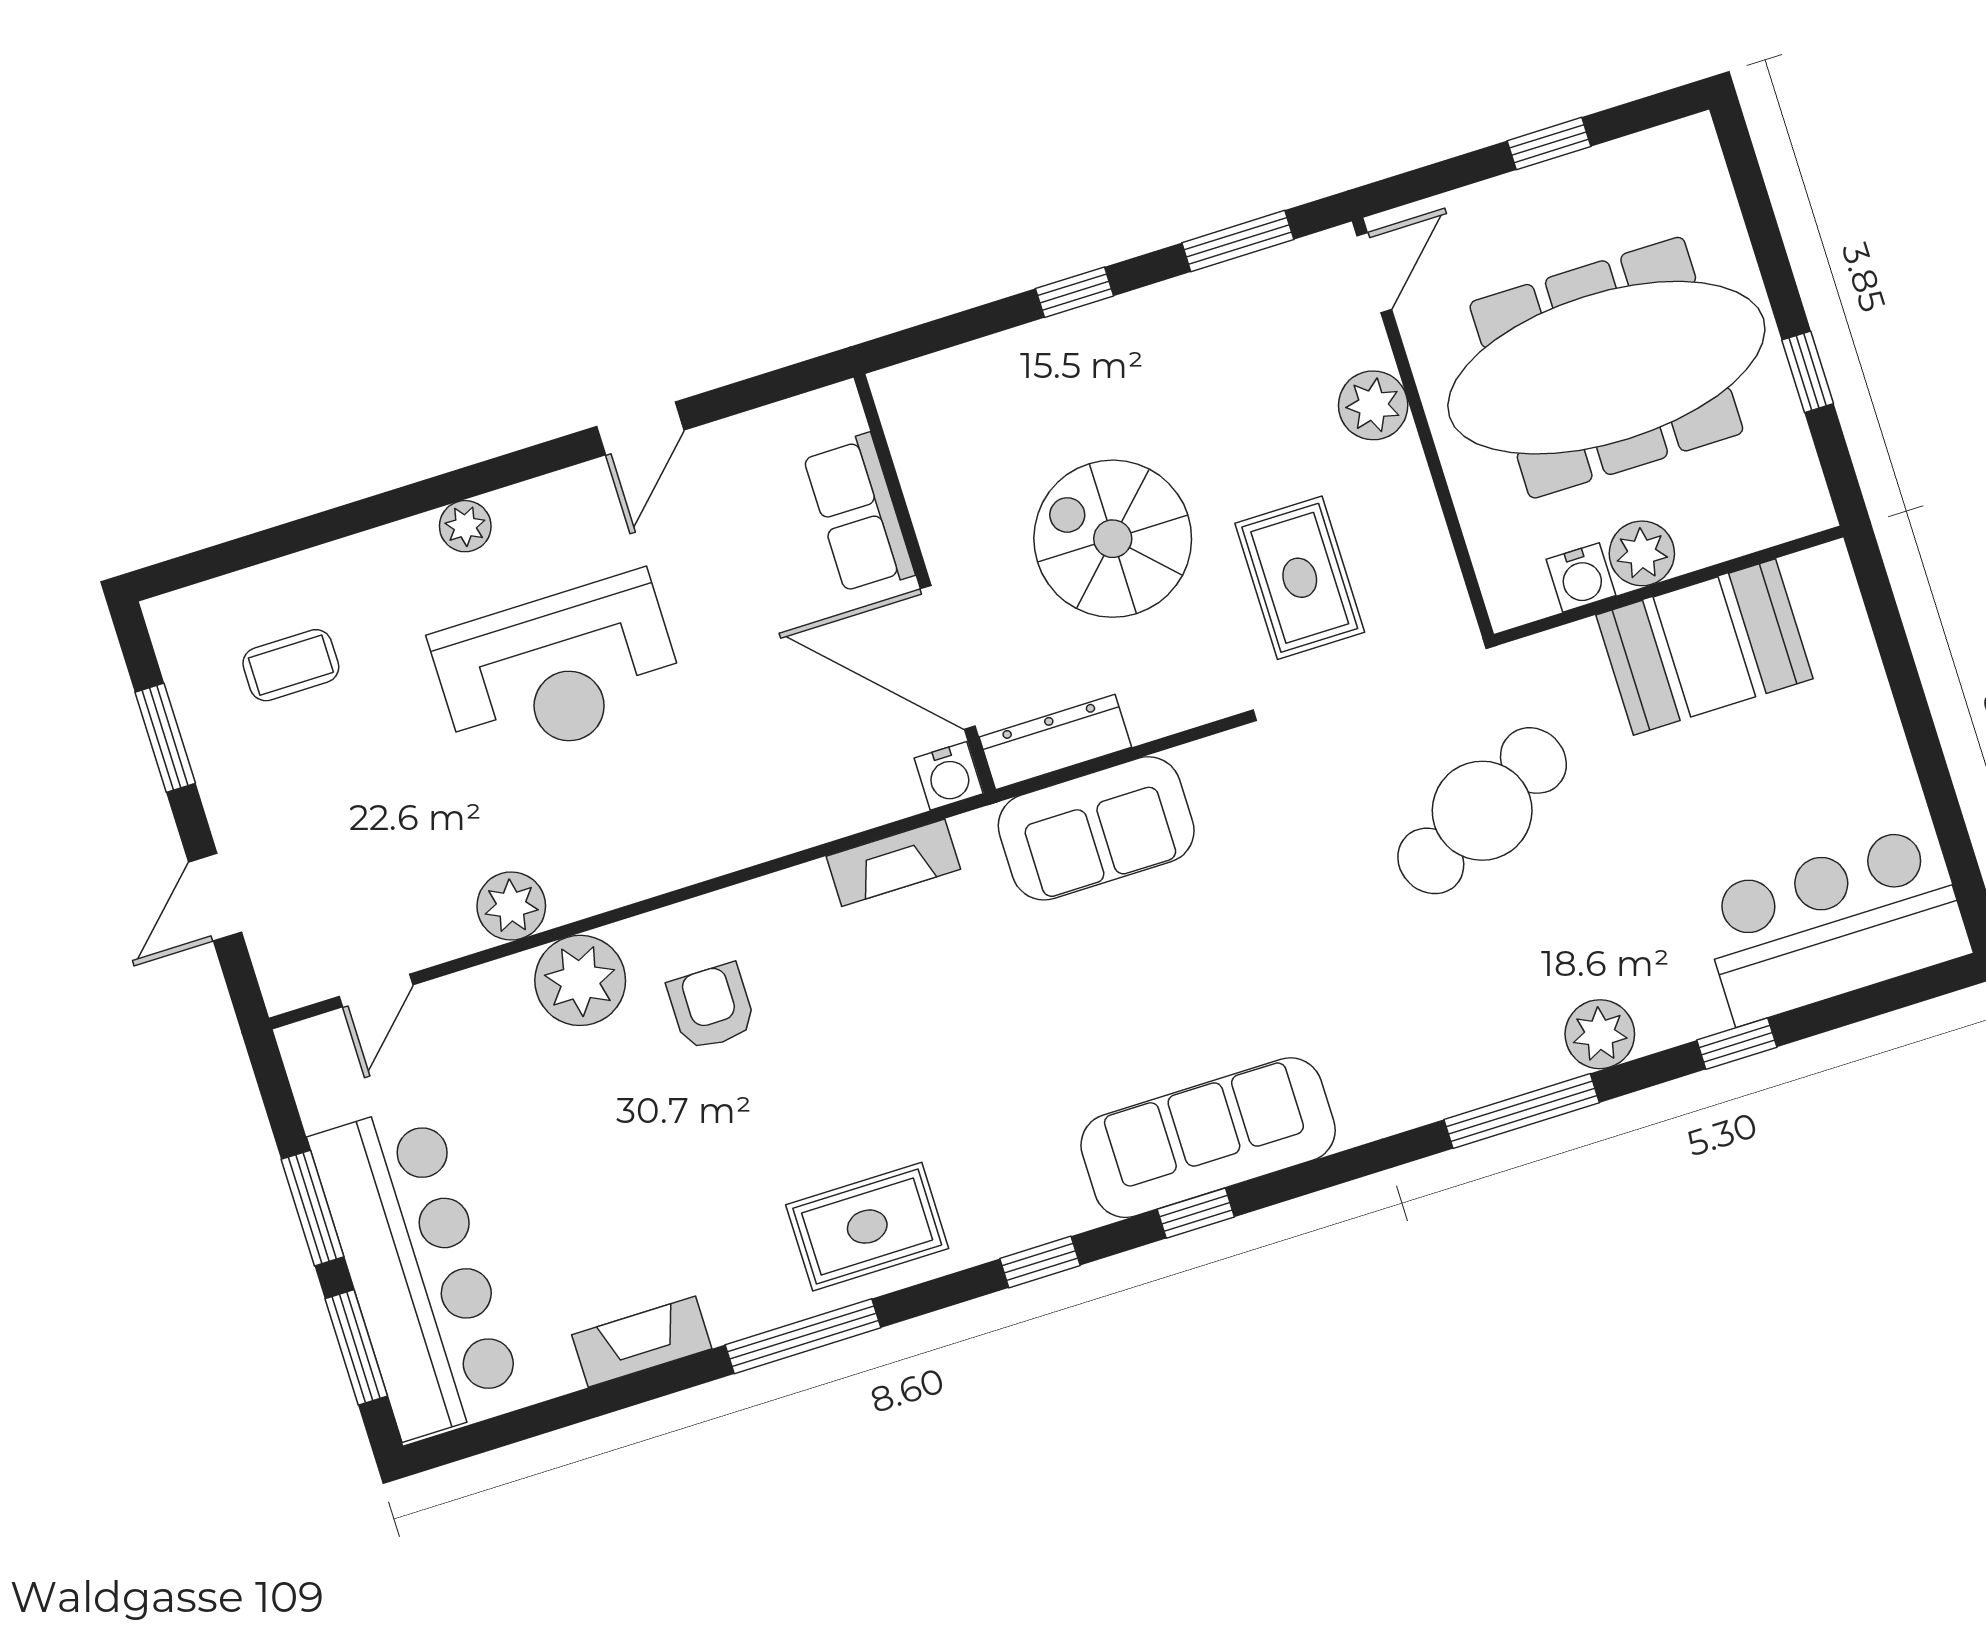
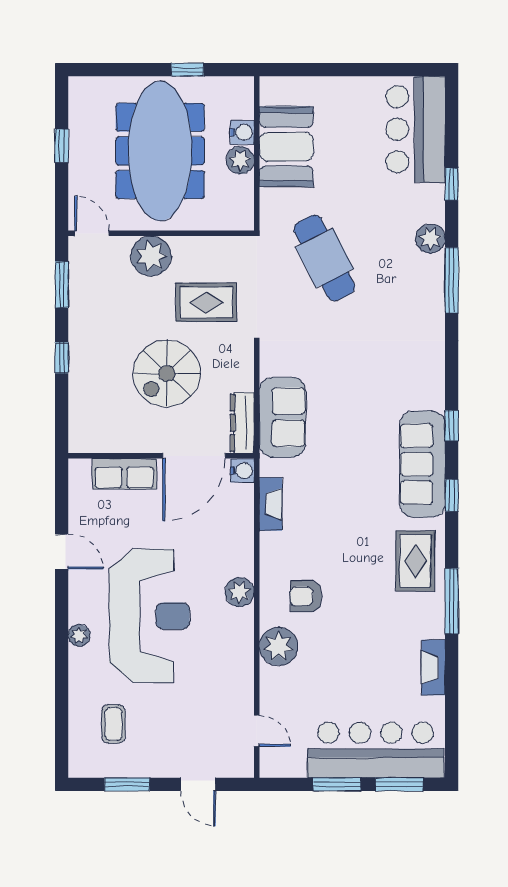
plant: (1373, 405) -> (151, 256), width x1.36, depth x1.36
water cooler: (1581, 577) -> (242, 132), moved
reception desk: (558, 670) -> (149, 616), width x1.36, depth x1.30
plant: (511, 906) -> (239, 592), moved
sofa: (1208, 1138) -> (422, 464), moved

